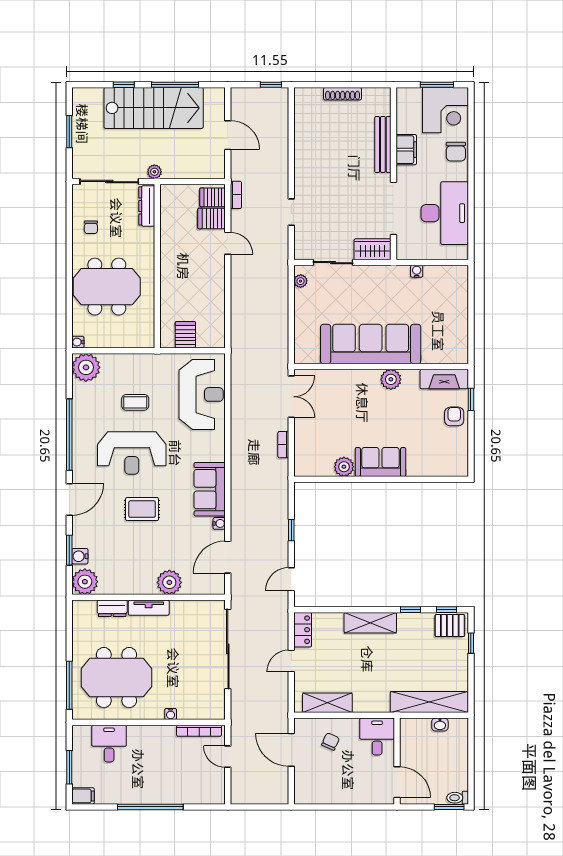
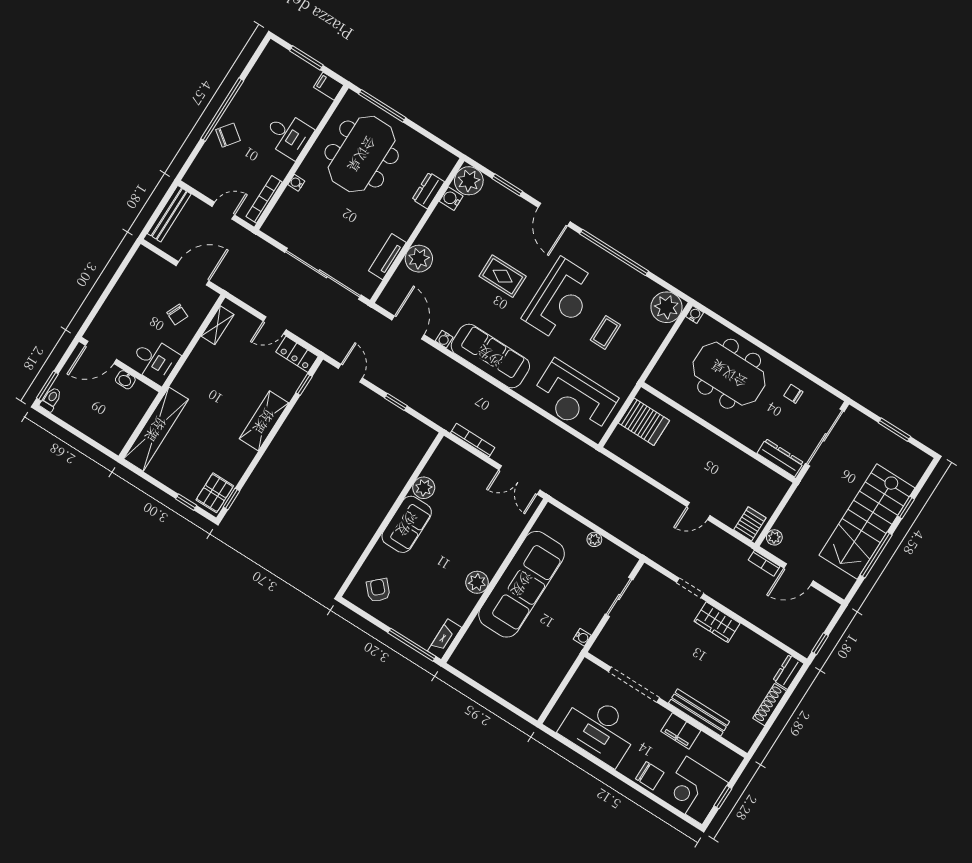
window: (437, 85) -> (723, 797), width x0.67
dresser: (308, 95) -> (788, 672), added
chair: (456, 152) -> (650, 776), turned 180
plant: (154, 172) -> (774, 537), moved
bookcase: (236, 195) -> (764, 563), moved
server rack: (211, 218) -> (731, 510), removed
wardrobe: (372, 249) -> (717, 622), moved, turned 90
water cooler: (417, 271) -> (582, 637), moved
plant: (301, 281) -> (594, 539), moved
meeting table: (107, 287) -> (729, 374), turned 90
server rack: (185, 335) -> (644, 422), width x1.36, depth x1.44
fireplace: (444, 379) -> (445, 639), width x0.73, depth x0.76
window: (471, 399) -> (412, 645), width x2.17
armchair: (454, 416) -> (378, 590), moved, turned -133
bookcase: (283, 445) -> (473, 440), width x1.56
reception desk: (132, 453) -> (561, 300), turned 180
sofa: (210, 489) -> (490, 356), width x1.36
rug: (142, 509) -> (503, 276), turned 90
water cooler: (80, 556) -> (451, 199), moved, turned -90
tv unit: (149, 608) -> (387, 257), moved
window: (411, 610) -> (304, 384), moved
door: (291, 661) -> (275, 325), swing flipped
shelving: (327, 703) -> (218, 325), width x0.67, depth x0.75
washbasin: (440, 725) -> (125, 380), moved, turned -90
desk: (109, 744) -> (288, 135), moved
chair: (167, 790) -> (228, 135), added
filing cabinet: (83, 796) -> (329, 86), moved, turned 90
bench: (257, 797) -> (169, 214), added

